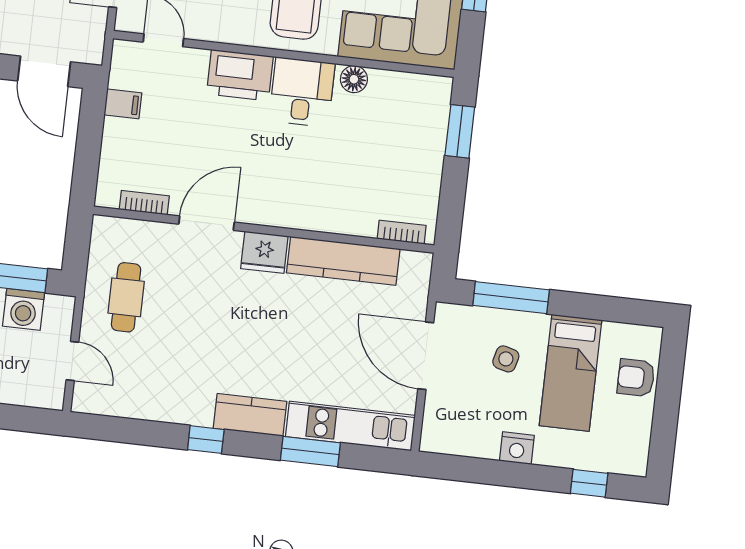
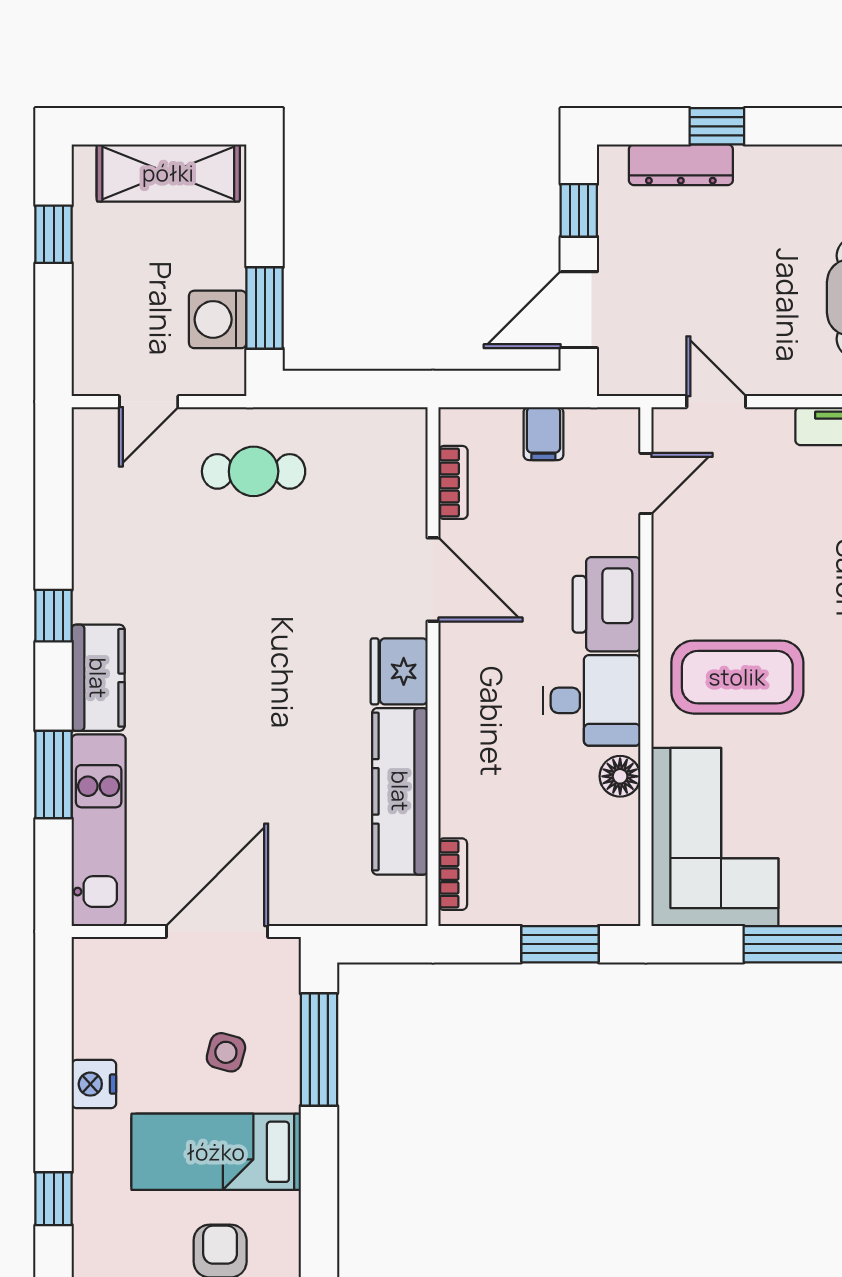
bookcase: (144, 203) -> (453, 482), moved
door: (206, 223) -> (433, 579), moved
wall: (264, 230) -> (433, 667), moved
bookcase: (402, 232) -> (453, 874), moved
fridge: (264, 252) -> (399, 671), moved
kitchen counter: (343, 261) -> (400, 791), moved

